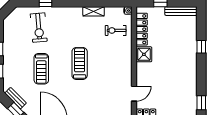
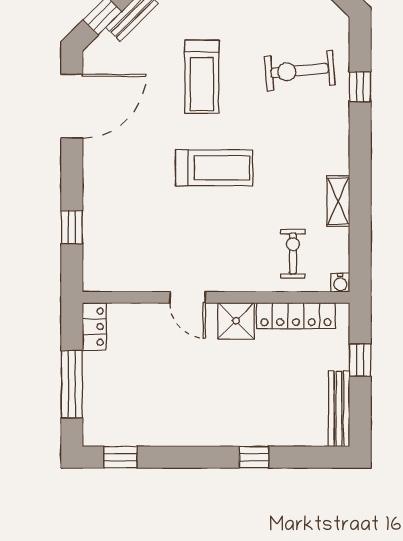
treadmill: (41, 69) -> (202, 77), turned -90
door: (134, 94) -> (188, 297), moved

